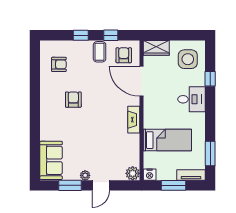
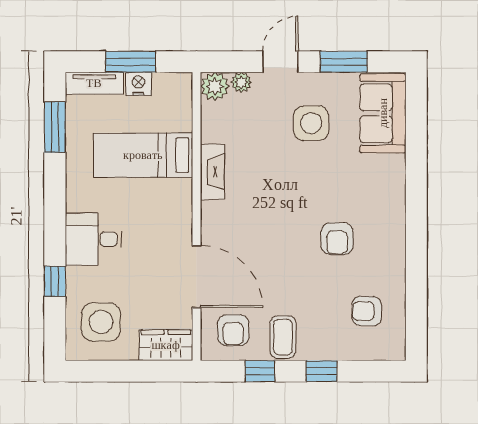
fireplace: (134, 120) -> (212, 172), moved
side table: (86, 156) -> (311, 123), added
plant: (85, 175) -> (241, 82), moved
nightstand: (150, 175) -> (138, 84), moved

